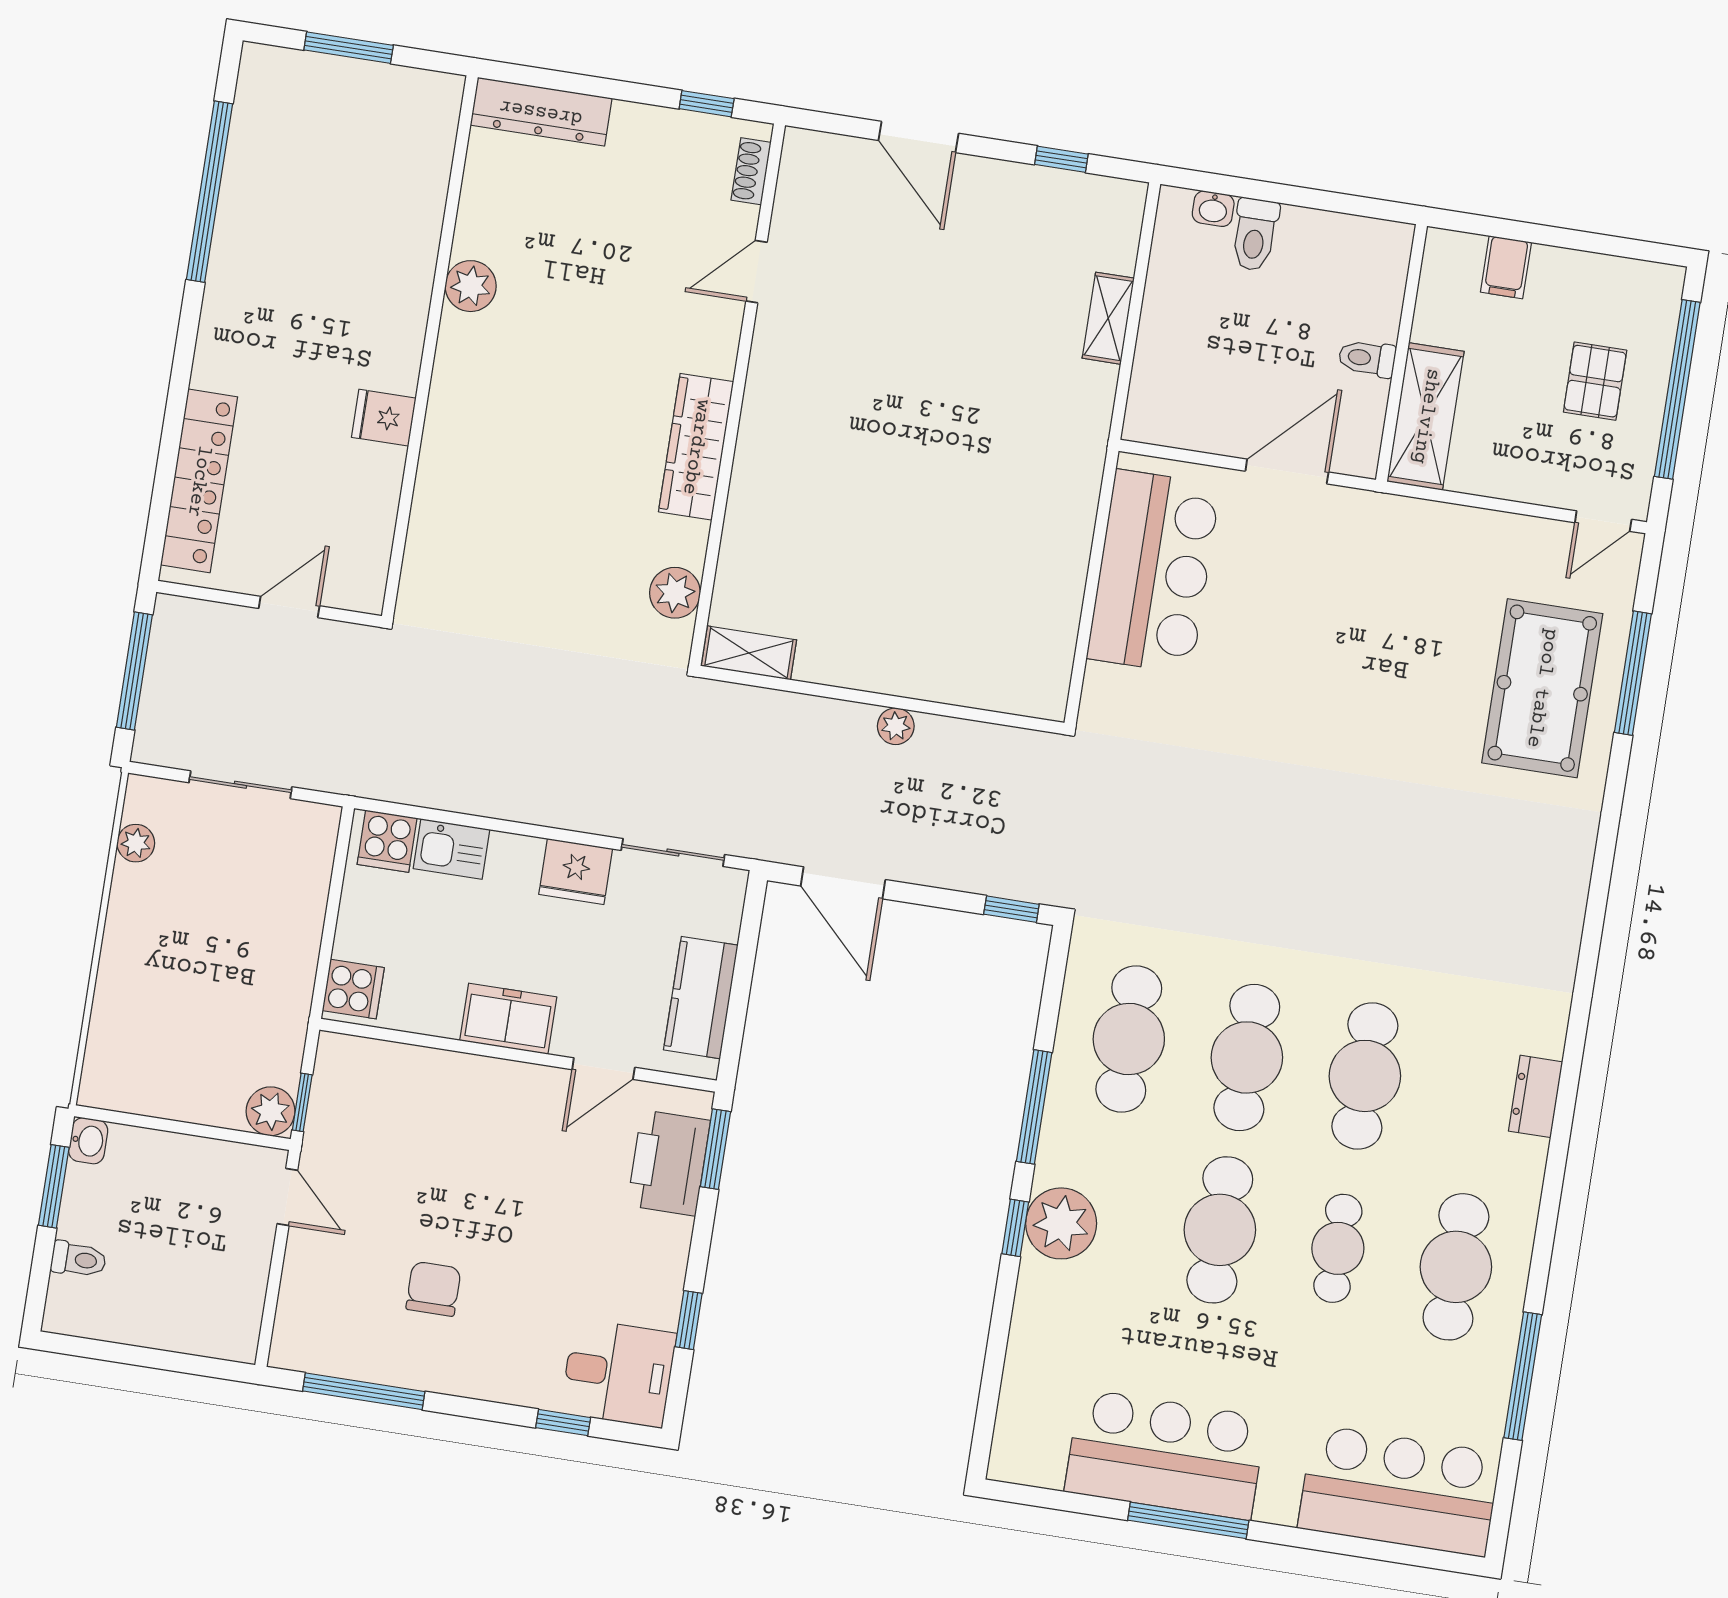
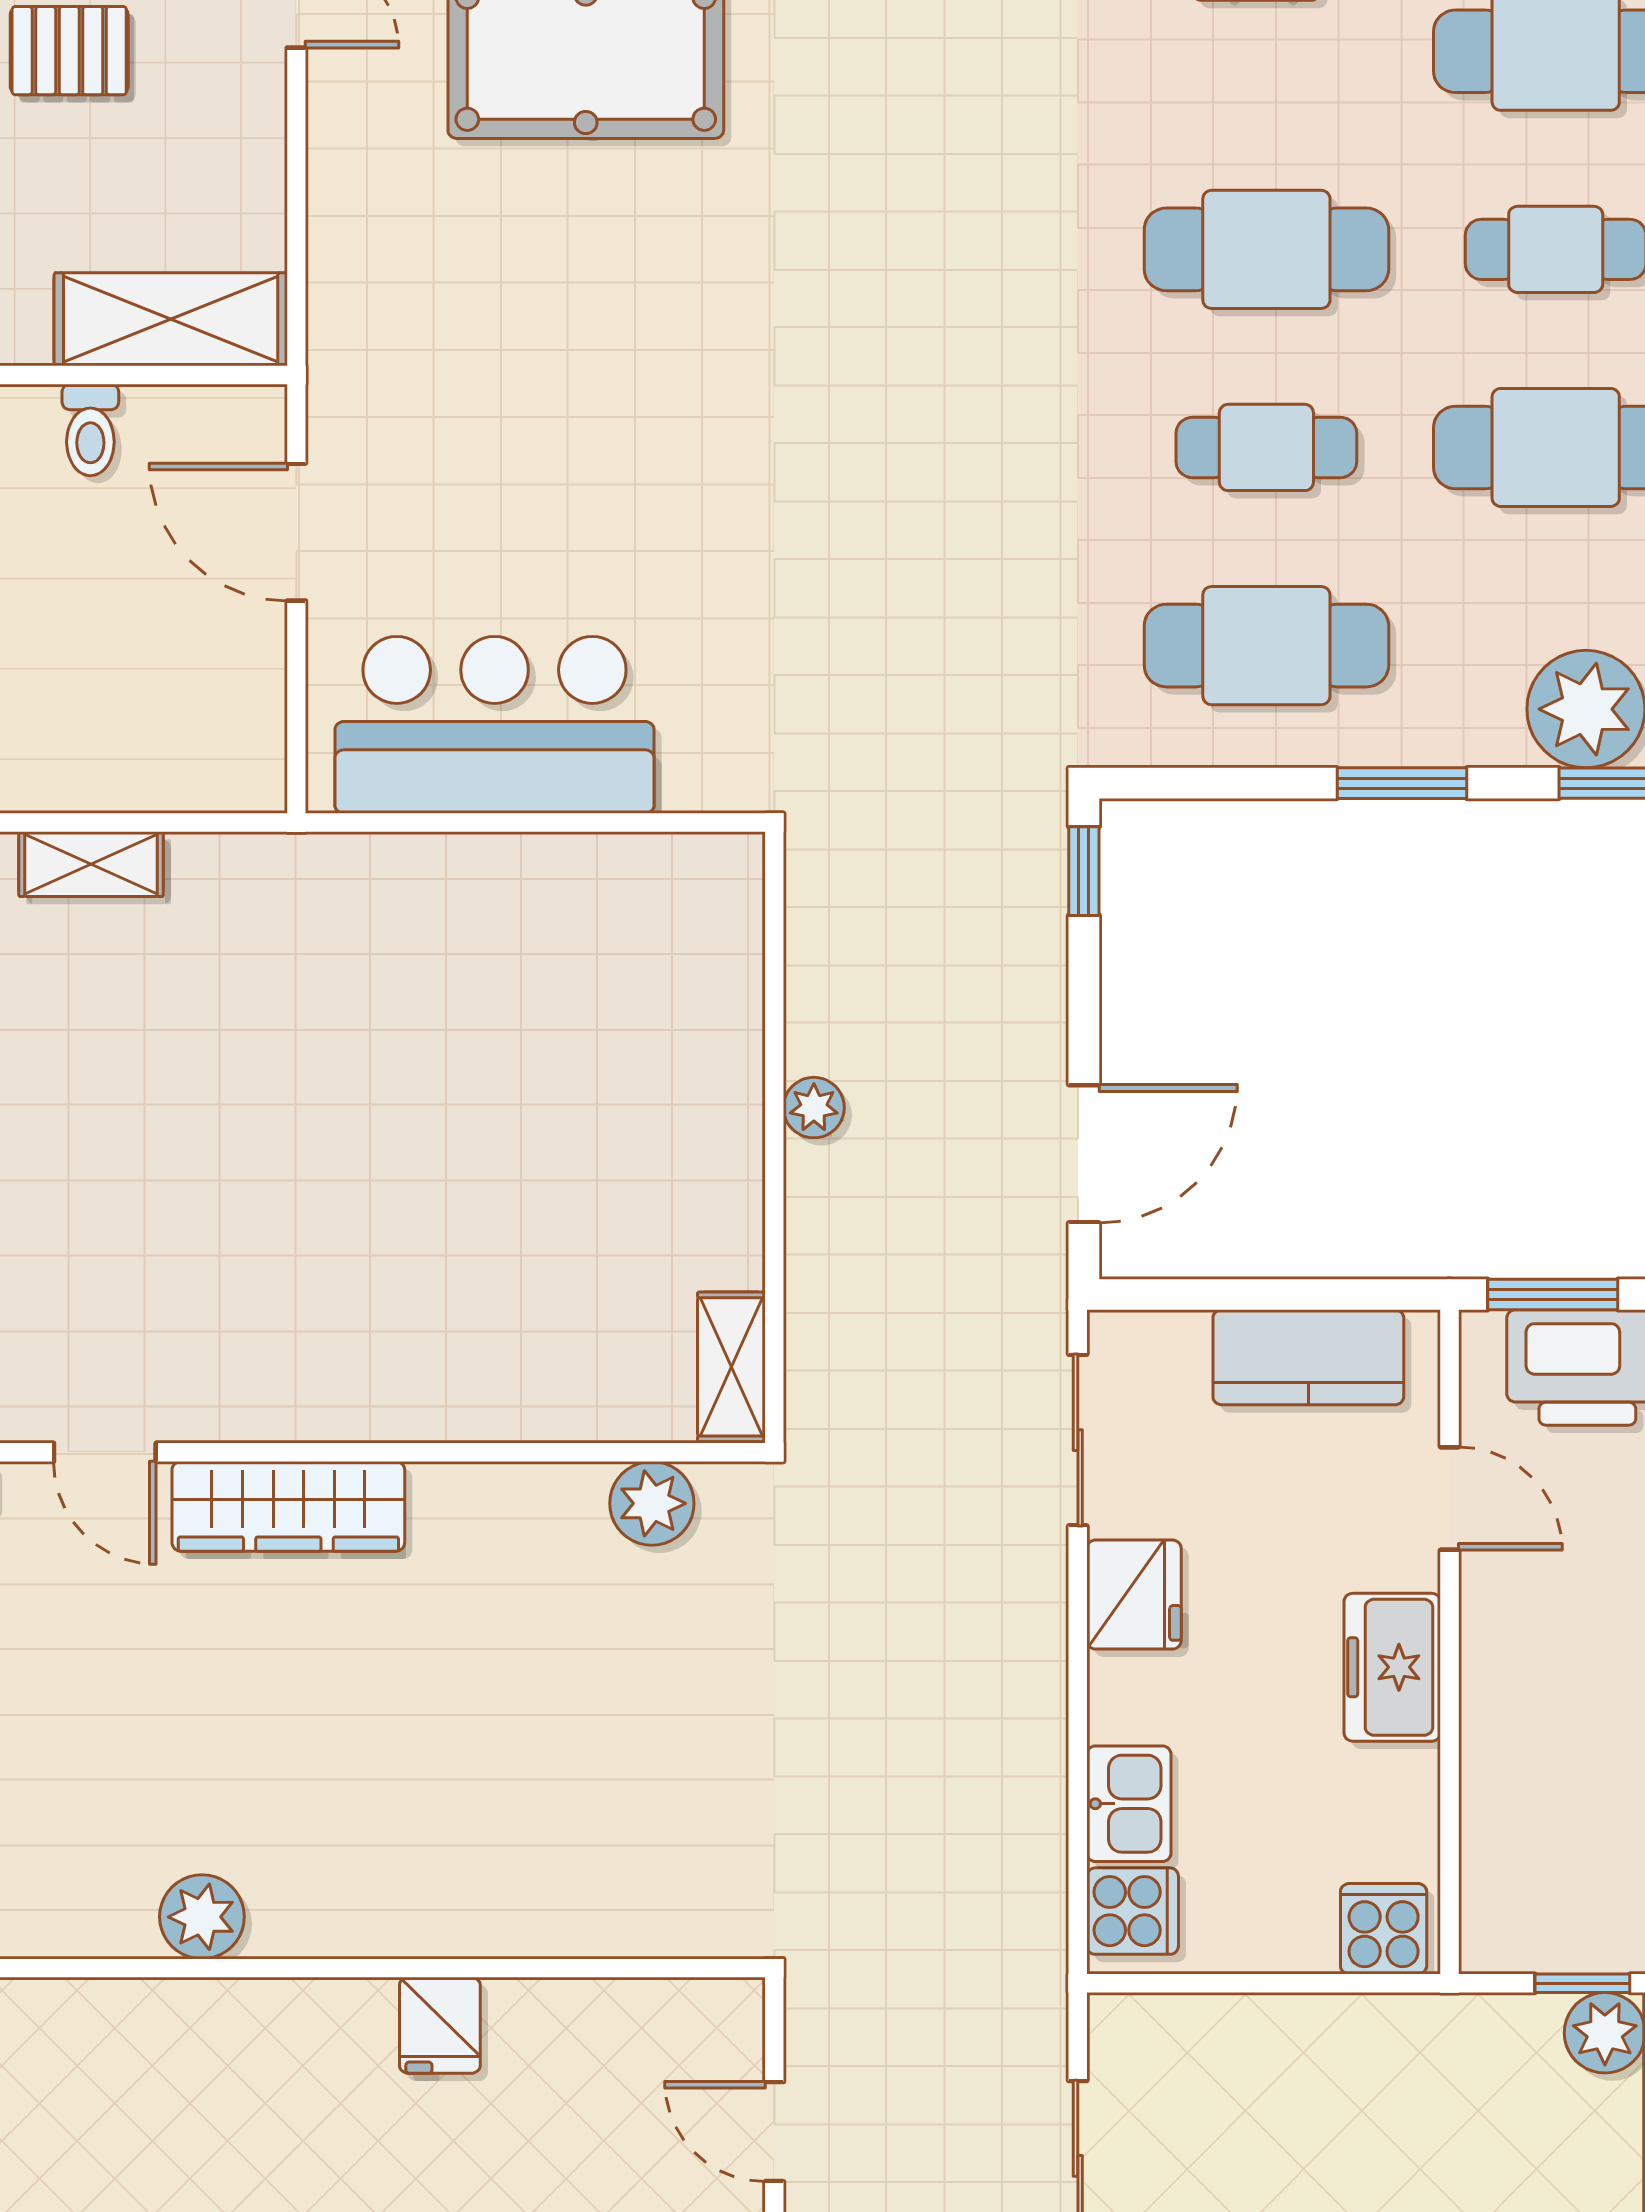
wardrobe: (696, 447) -> (288, 1506), moved
cafe table: (1247, 1057) -> (1266, 447), width x0.73, depth x0.74
window: (1034, 1107) -> (1402, 783), width x0.69

